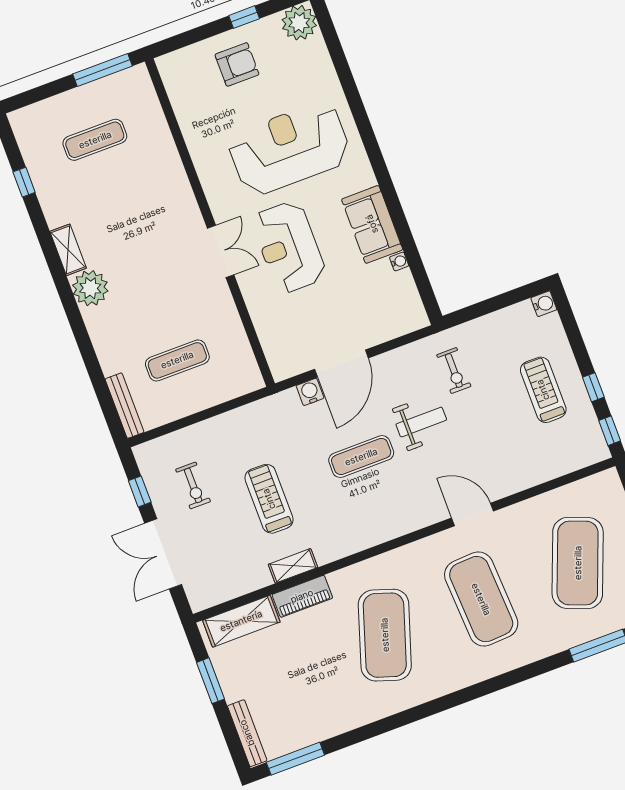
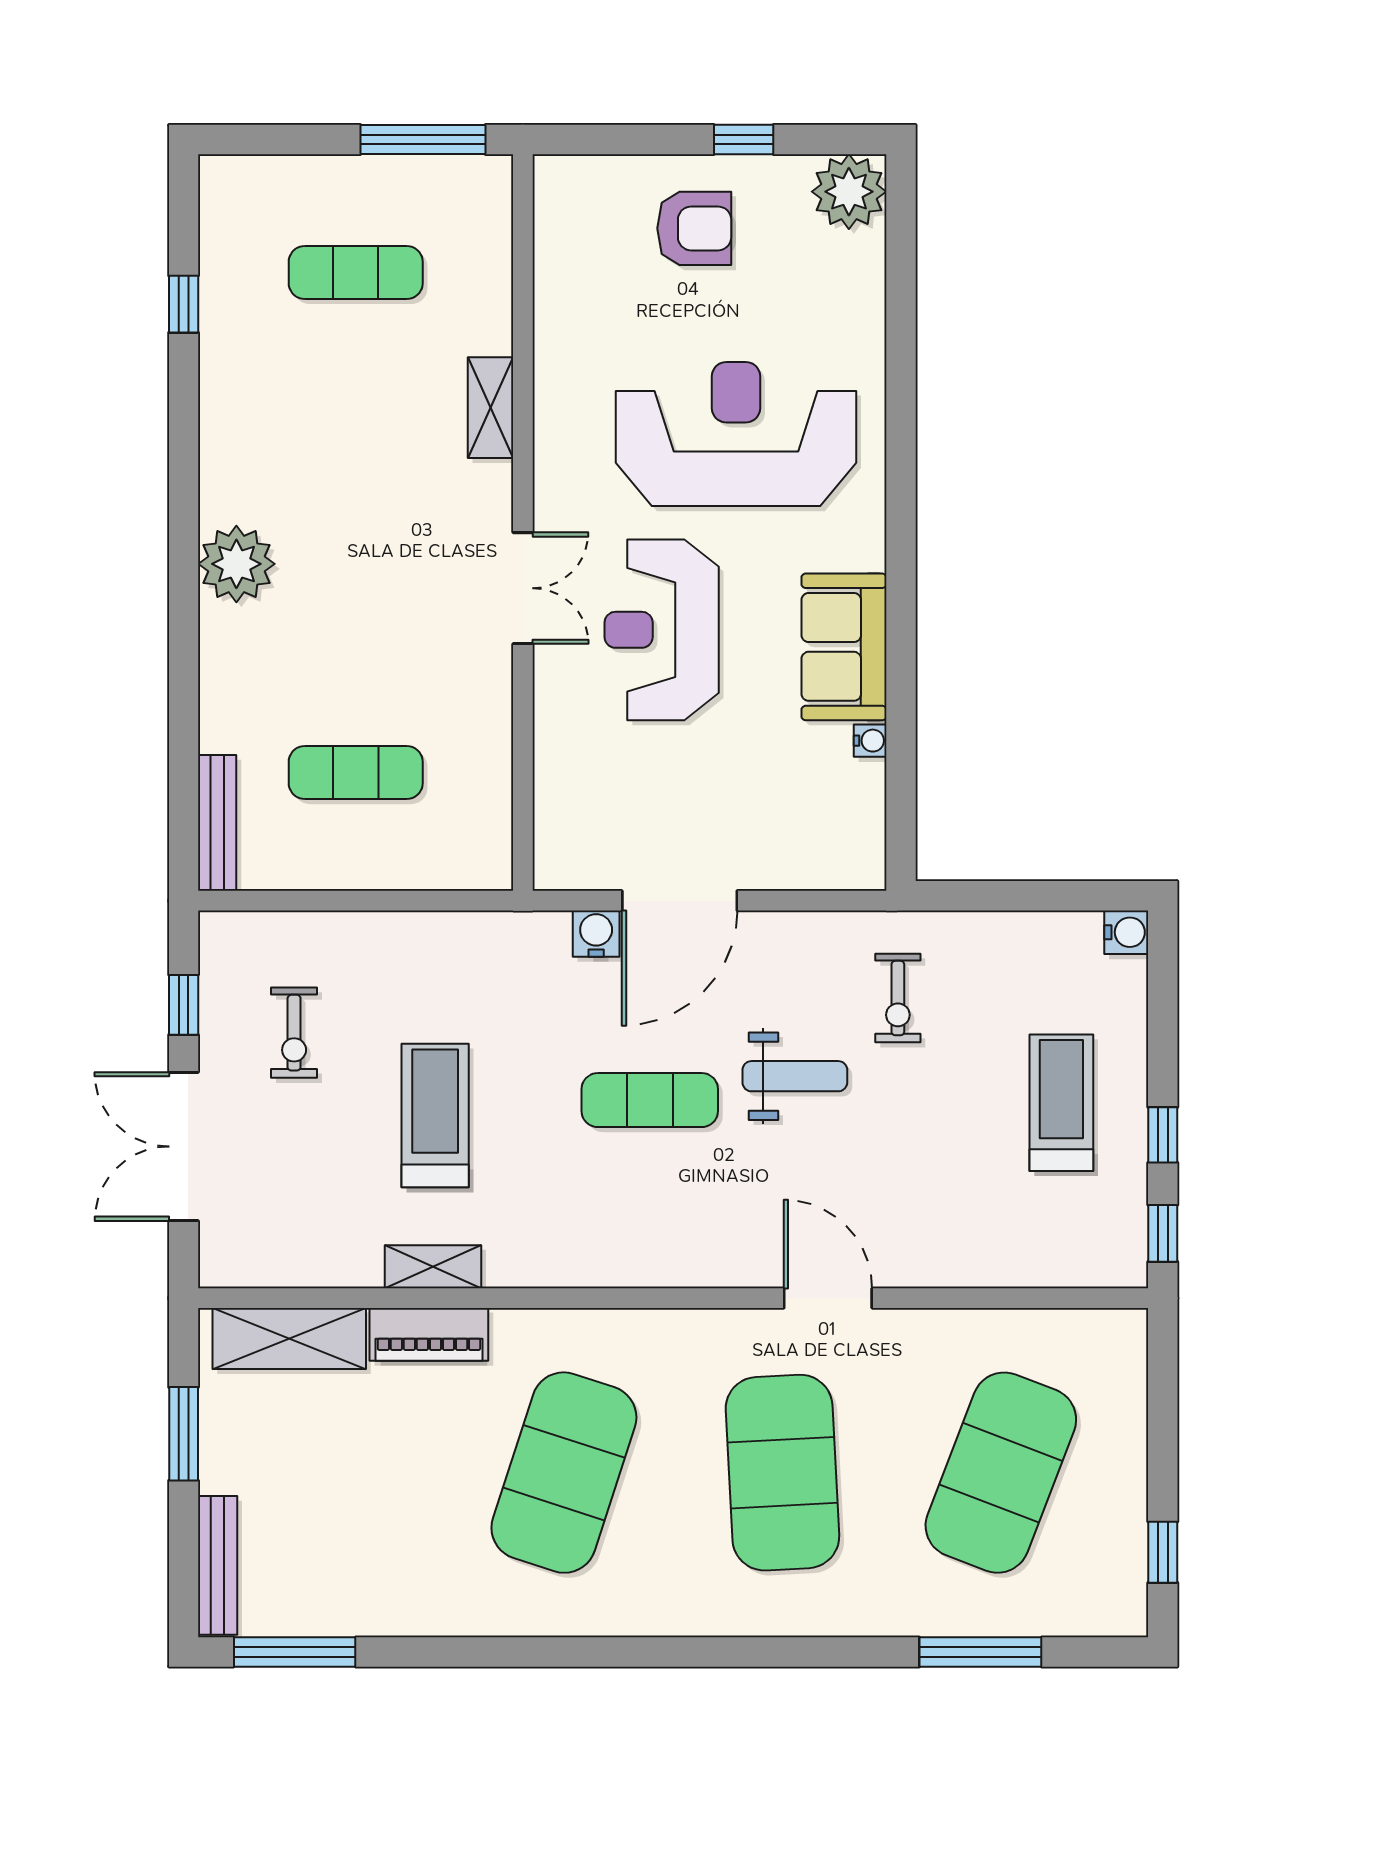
shelving: (68, 250) -> (491, 408), moved

